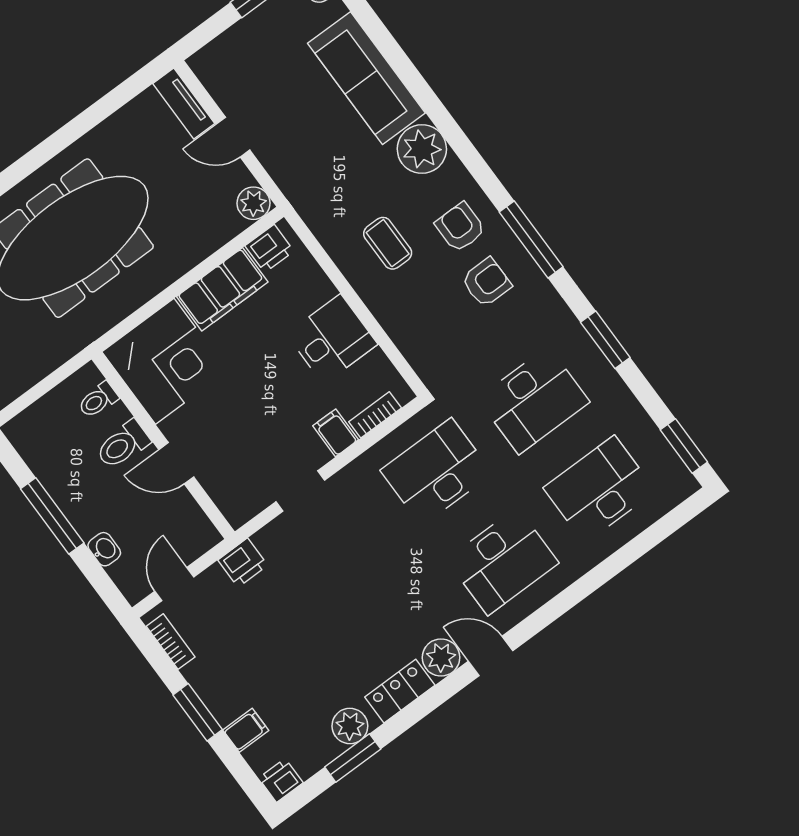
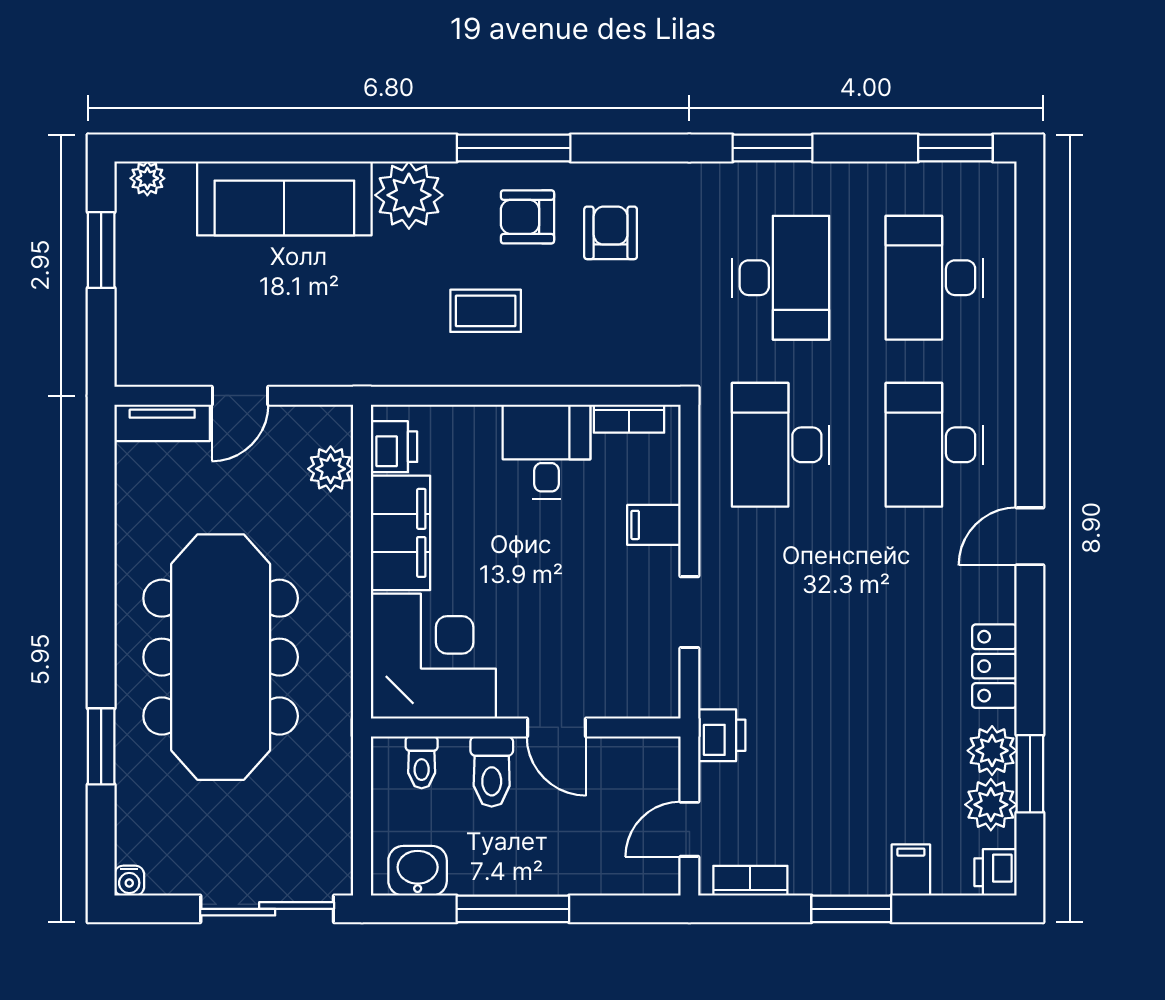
plant: (253, 203) -> (331, 469), moved
window: (531, 239) -> (514, 148), moved
bookcase: (375, 415) -> (629, 419), moved, turned -90
door: (176, 463) -> (556, 727), hinge flipped
washbasin: (104, 549) -> (418, 871), moved, width x1.38, depth x1.45
desk: (503, 561) -> (934, 445), turned 180
door: (174, 584) -> (689, 829), hinge flipped
plant: (441, 658) -> (991, 805), moved

